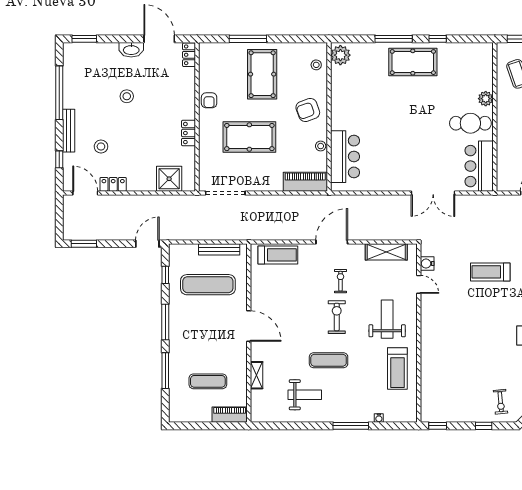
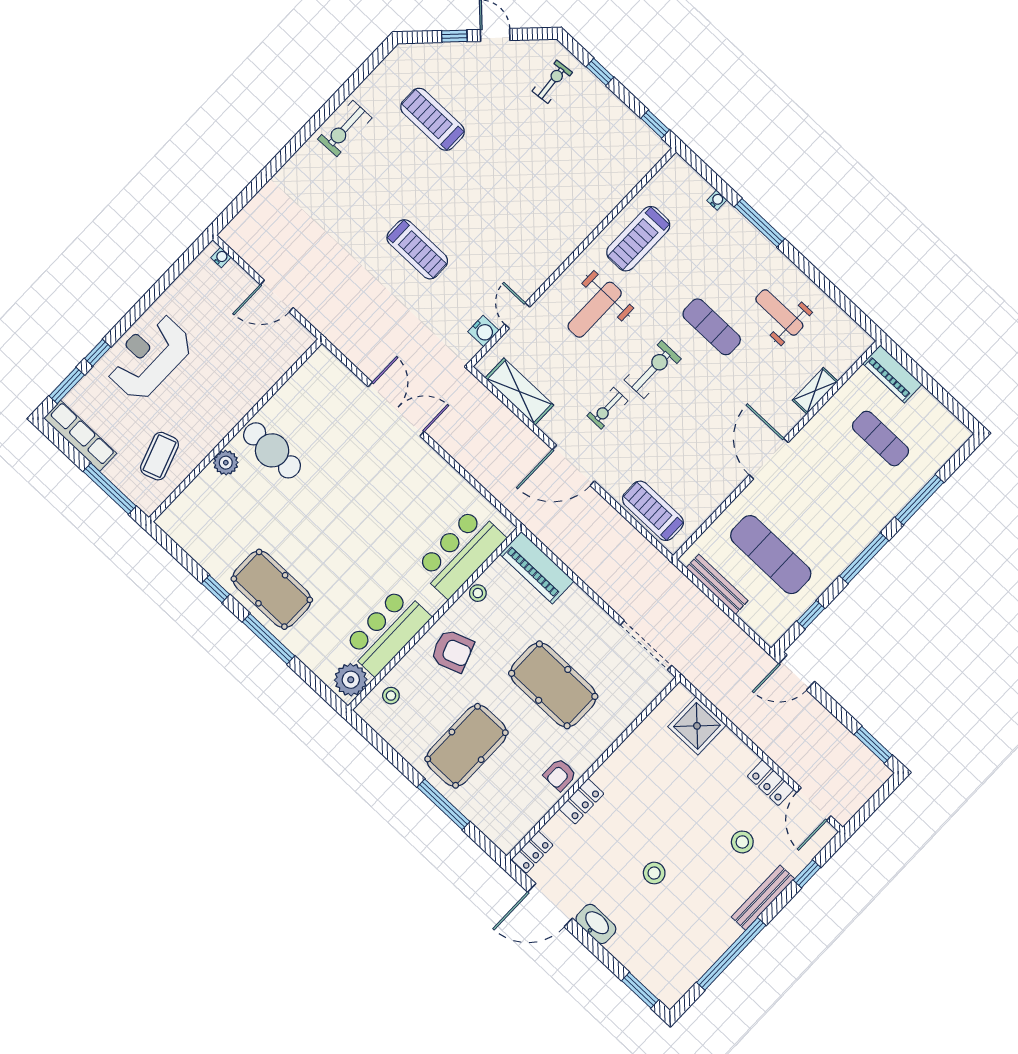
door: (159, 39) -> (550, 905), hinge flipped
armchair: (209, 100) -> (560, 775), turned 180
locker: (189, 133) -> (582, 801), moved
bar counter: (479, 166) -> (387, 631), moved, turned 180
exercise bike: (337, 317) -> (653, 369), turned 180
treadmill: (397, 368) -> (638, 239), turned 180

